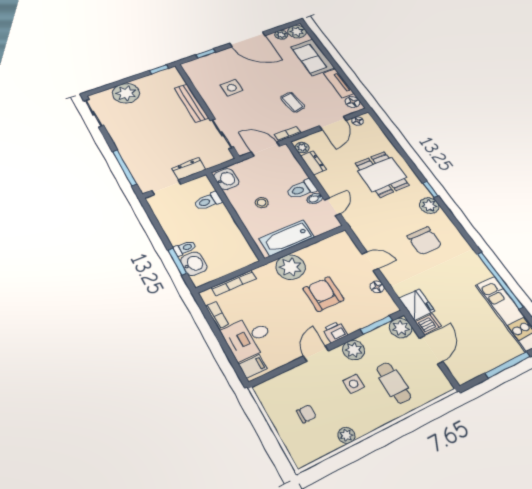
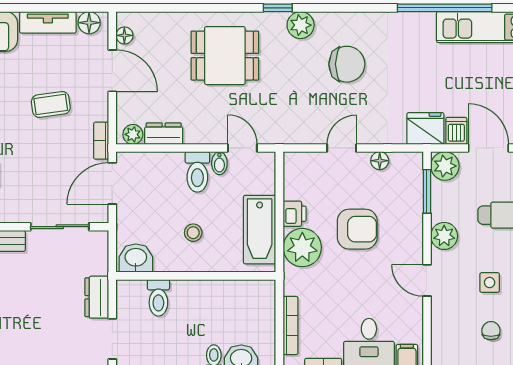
armchair: (324, 294) -> (357, 229), turned 180
printer: (335, 332) -> (295, 214), moved, turned 180
side table: (354, 384) -> (490, 282), moved

